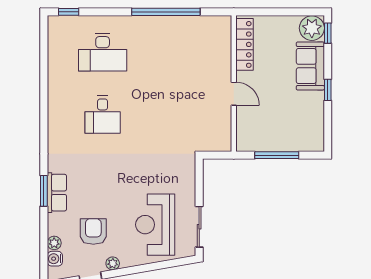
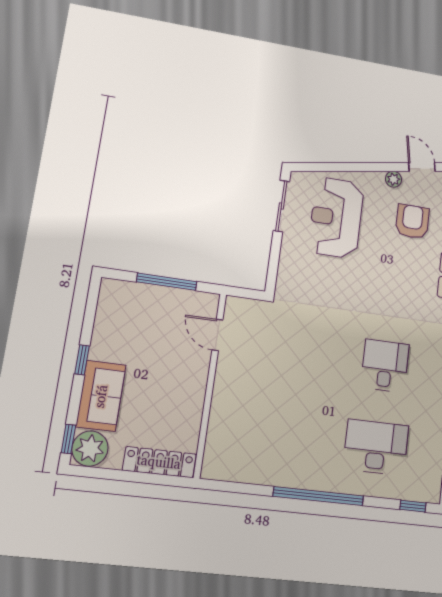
window: (166, 12) -> (318, 496), moved
locker: (244, 44) -> (159, 462), moved, turned 90
door: (234, 94) -> (217, 335), moved
reception desk: (155, 225) -> (336, 218), turned 180
armchair: (93, 232) -> (412, 222), turned 180

